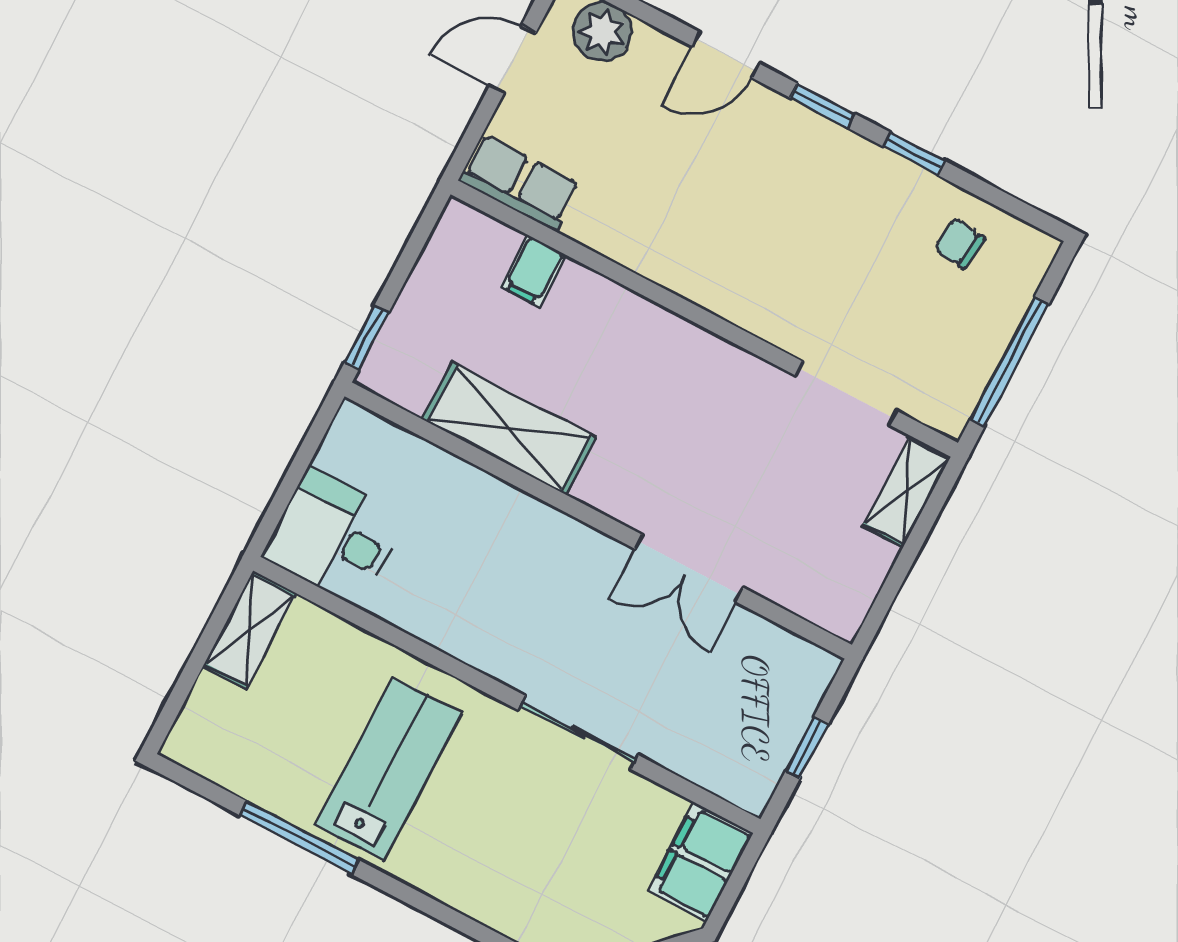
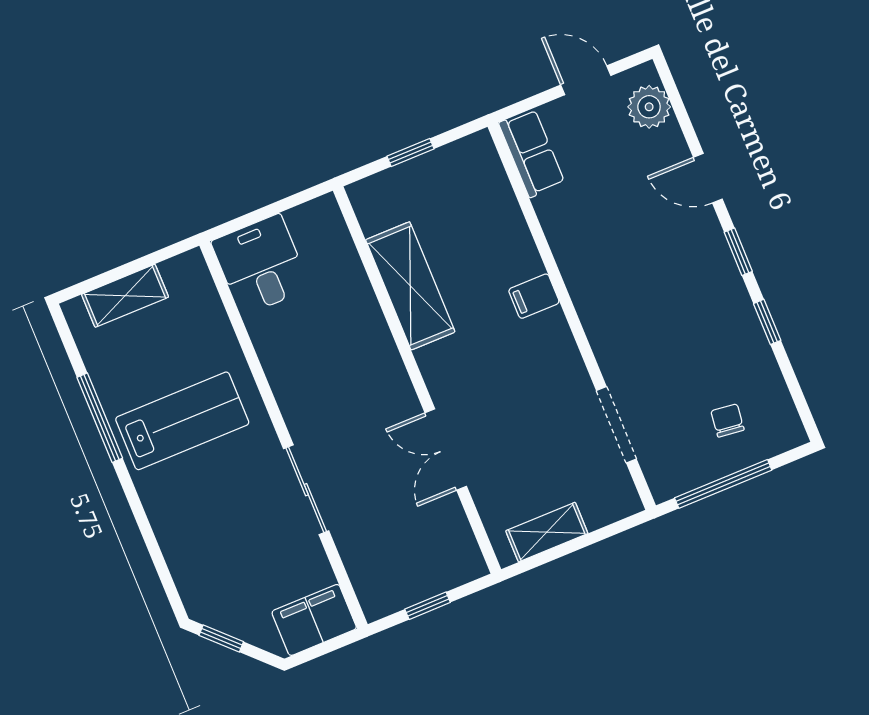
chair: (959, 244) -> (727, 420), moved
filing cabinet: (533, 271) -> (534, 296), moved
window: (367, 338) -> (410, 153), moved
shelving: (906, 492) -> (547, 532), moved
shelving: (249, 630) -> (125, 296), moved

